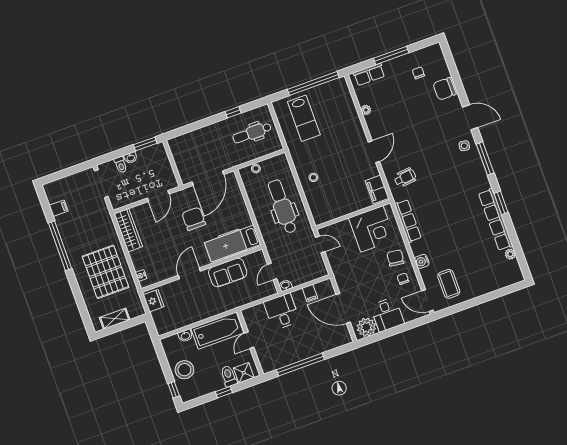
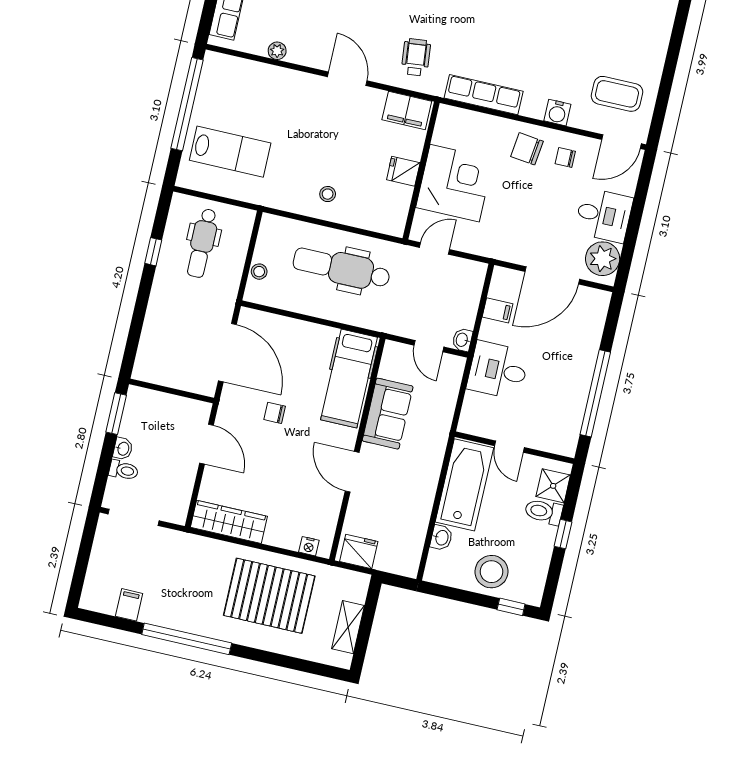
fridge: (347, 206) -> (403, 171), added
chair: (194, 219) -> (275, 413), width x0.54, depth x0.54
corner desk: (372, 229) -> (455, 183), moved

